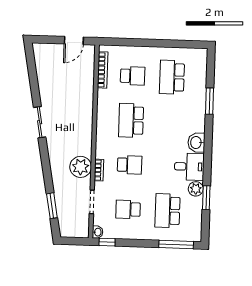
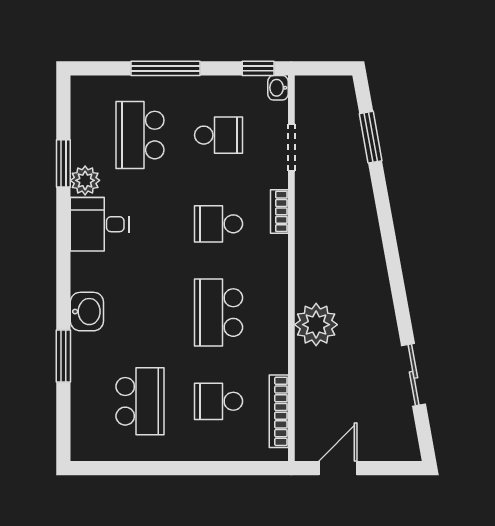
school desk: (131, 120) -> (219, 313), turned 180
sliding door: (40, 122) -> (413, 375), moved
washbasin: (196, 143) -> (87, 312), moved
plant: (81, 167) -> (316, 325), moved
school desk: (167, 211) -> (140, 135), turned 180
window: (176, 244) -> (165, 68), moved

